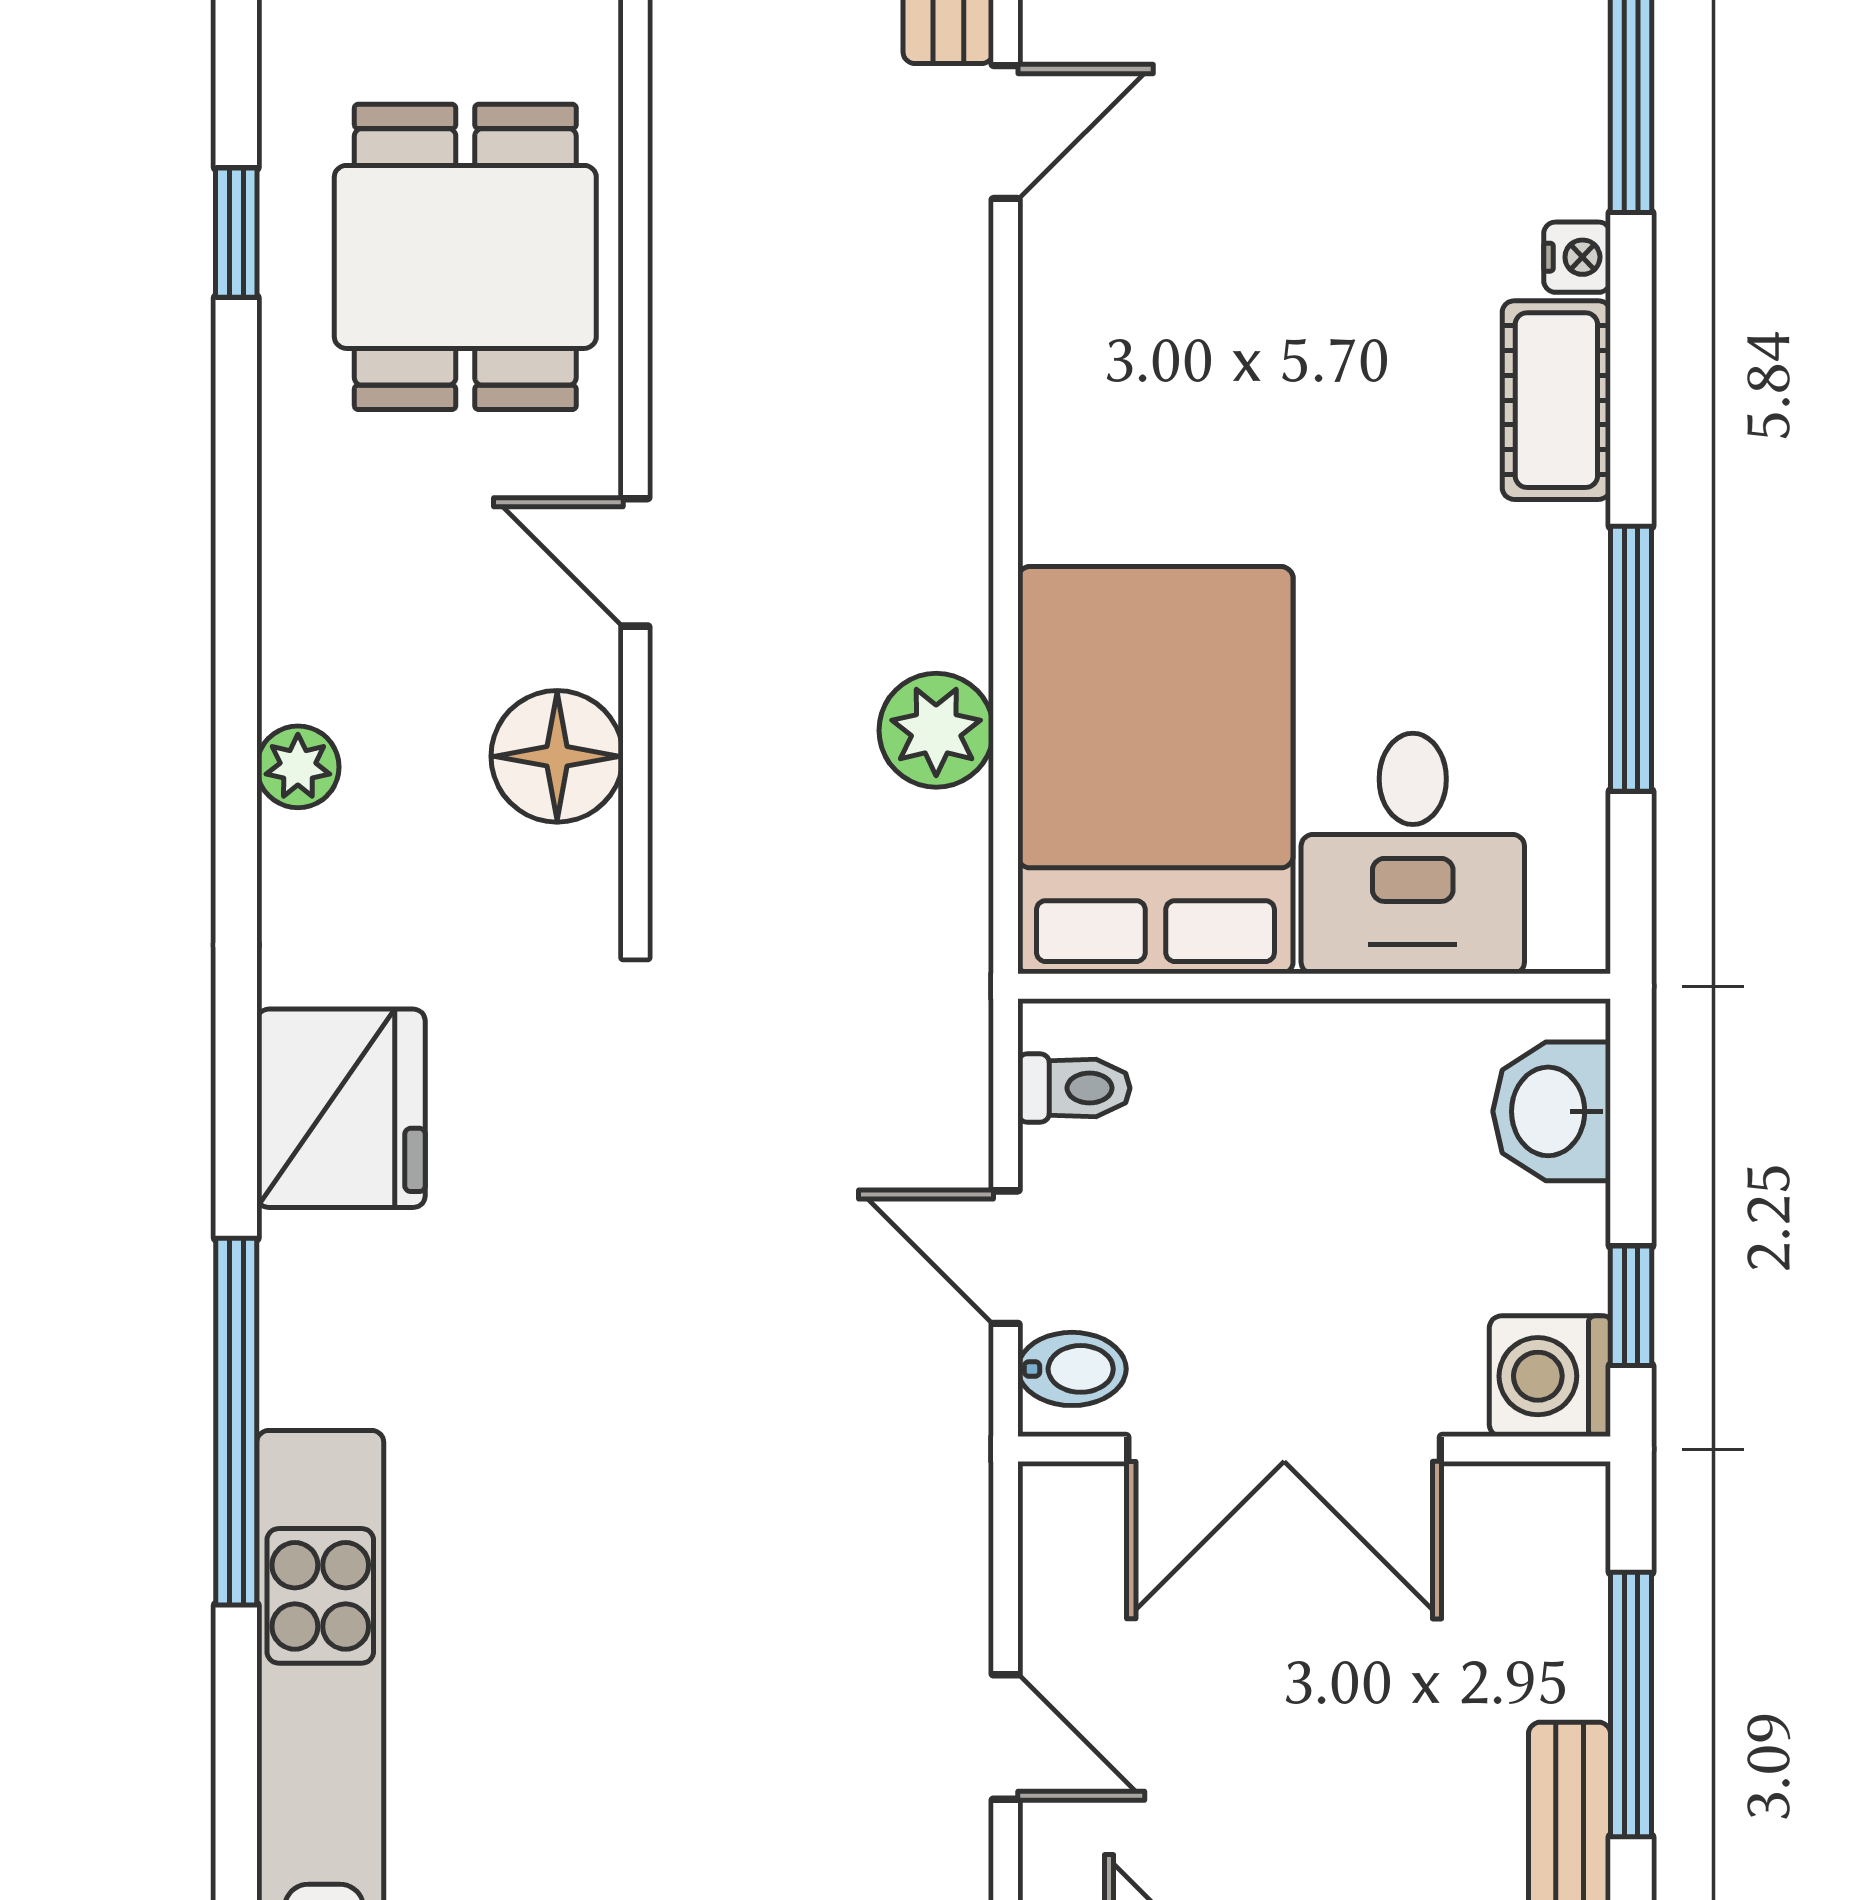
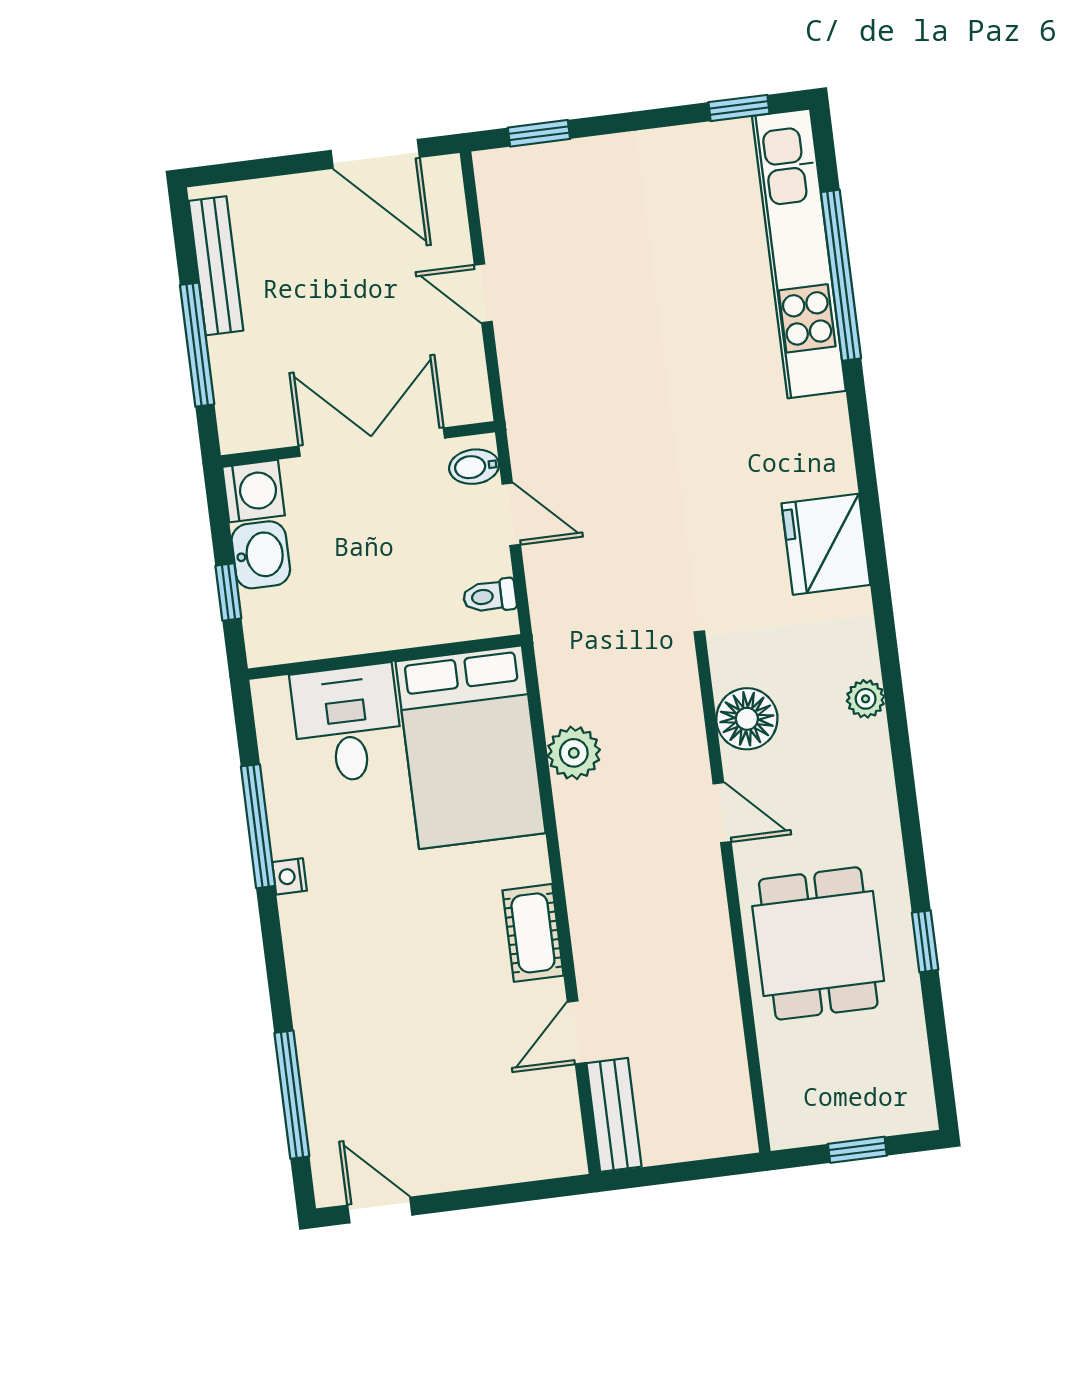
nightstand: (1577, 257) -> (290, 876), moved
cot: (1556, 400) -> (533, 933), moved
washbasin: (1552, 1111) -> (261, 555), moved
window: (1631, 1306) -> (228, 592), moved
window: (236, 1422) -> (841, 275), moved

